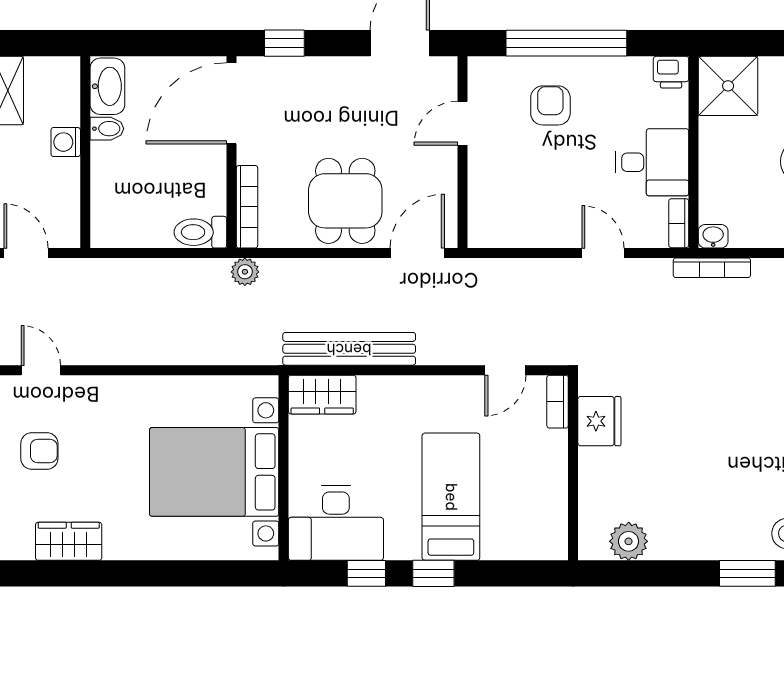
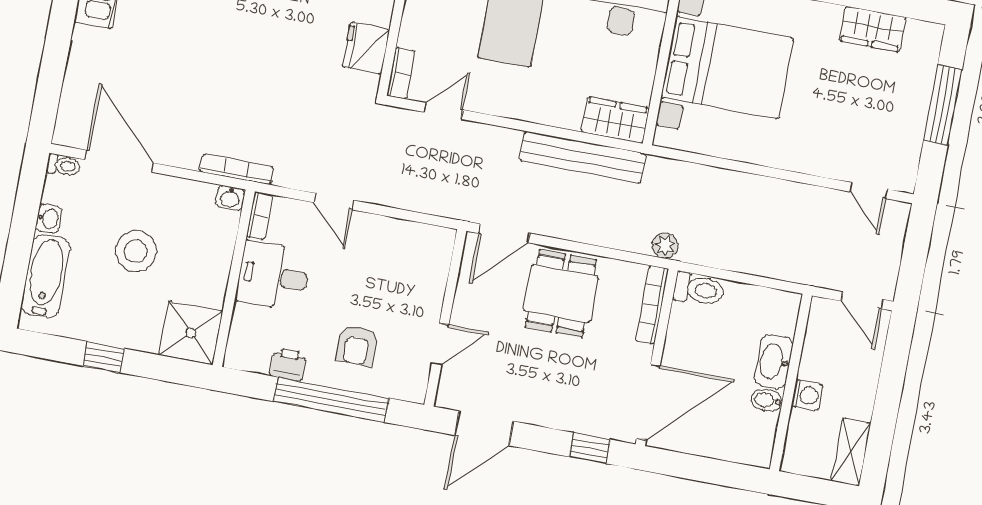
printer: (671, 72) -> (288, 364), moved
washbasin: (107, 86) -> (774, 361), moved
armchair: (39, 451) -> (884, 117), removed

